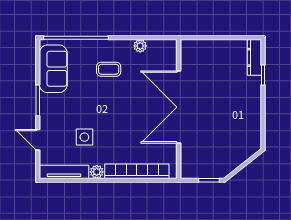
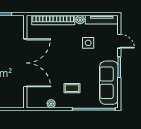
sofa: (53, 69) -> (109, 83), width x1.36

